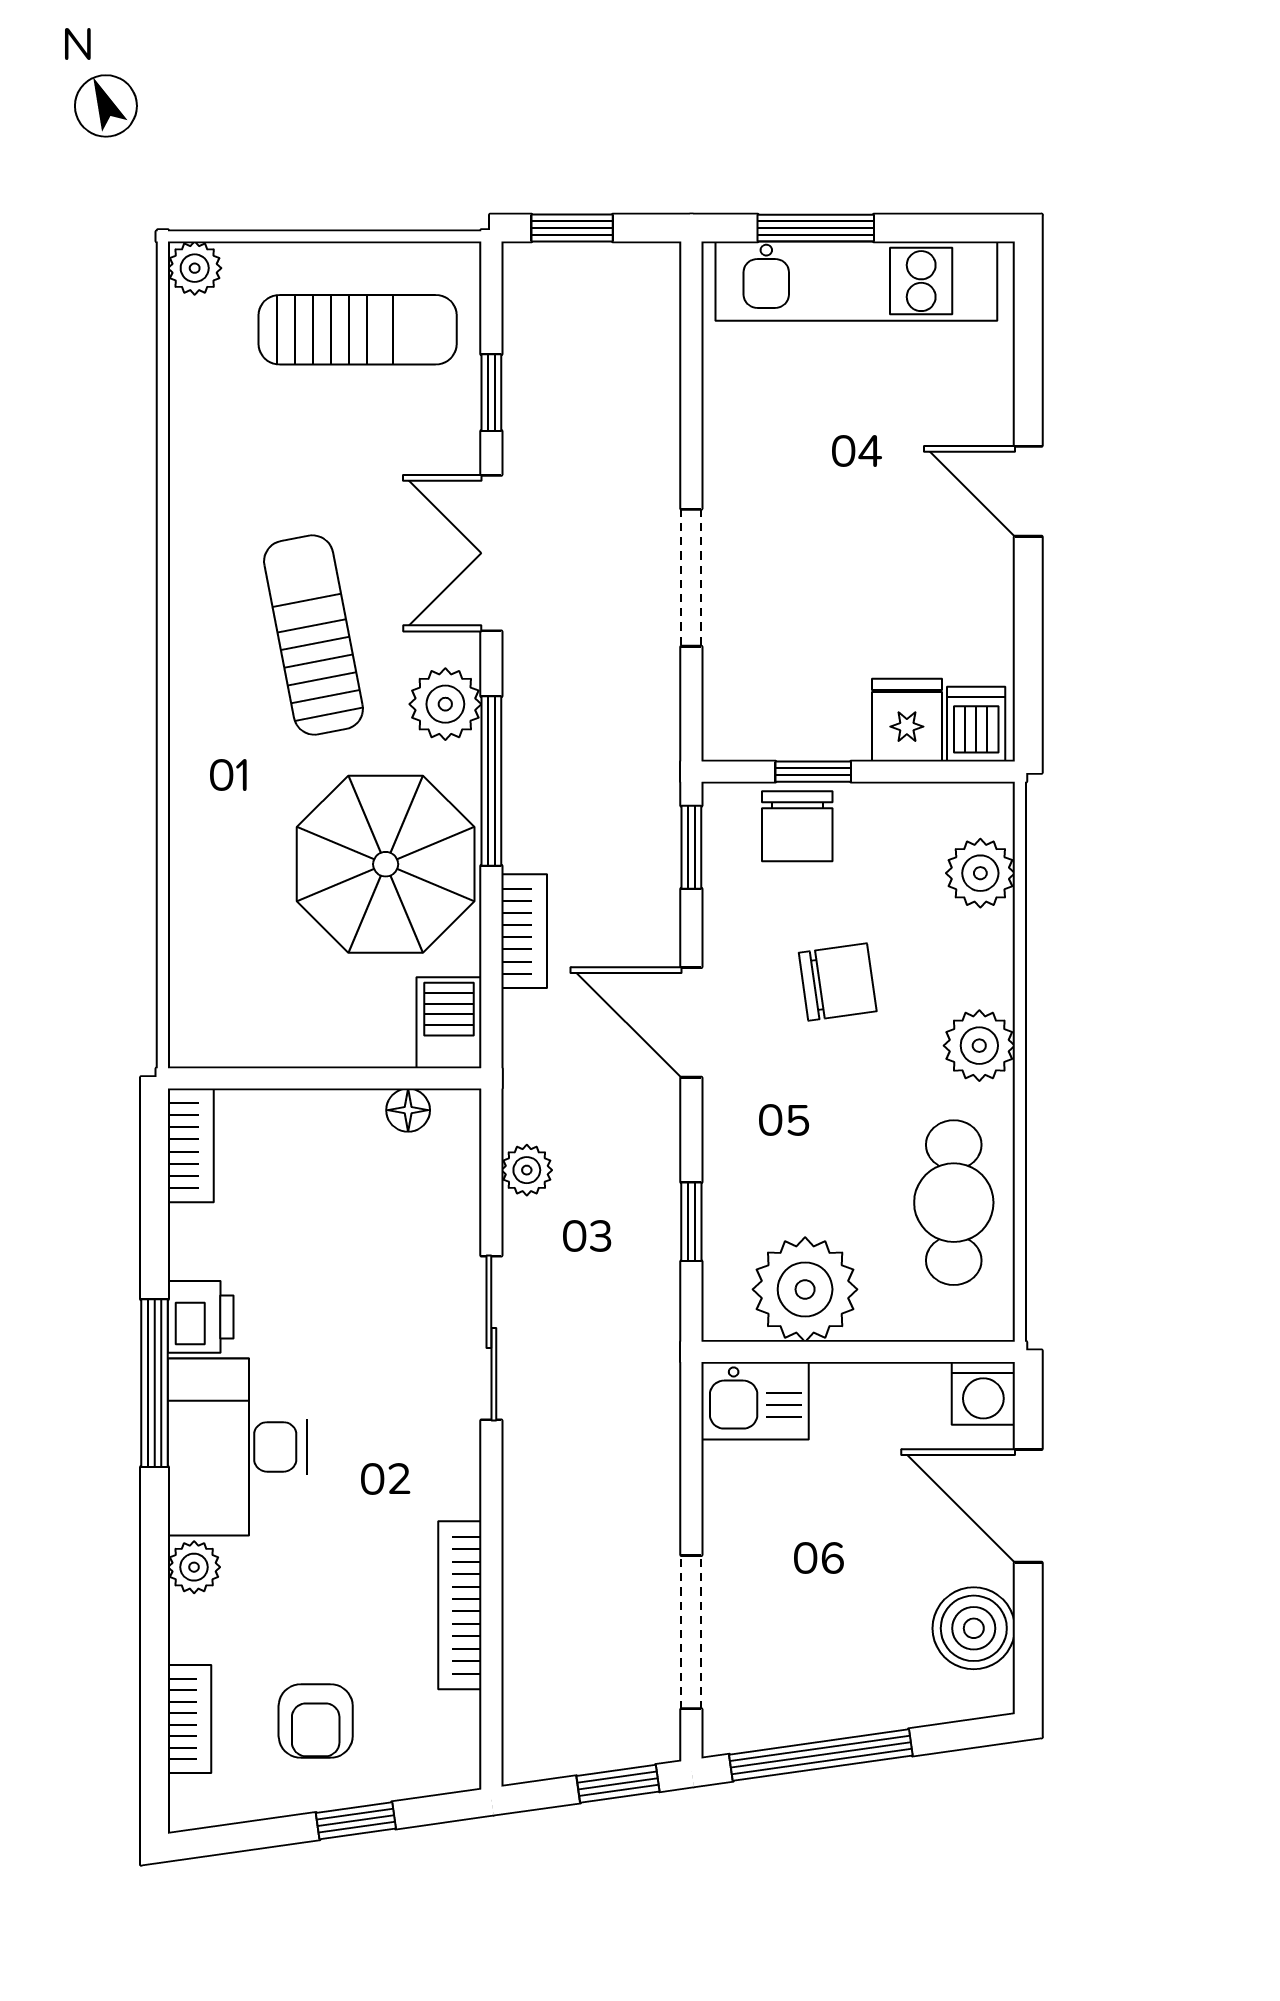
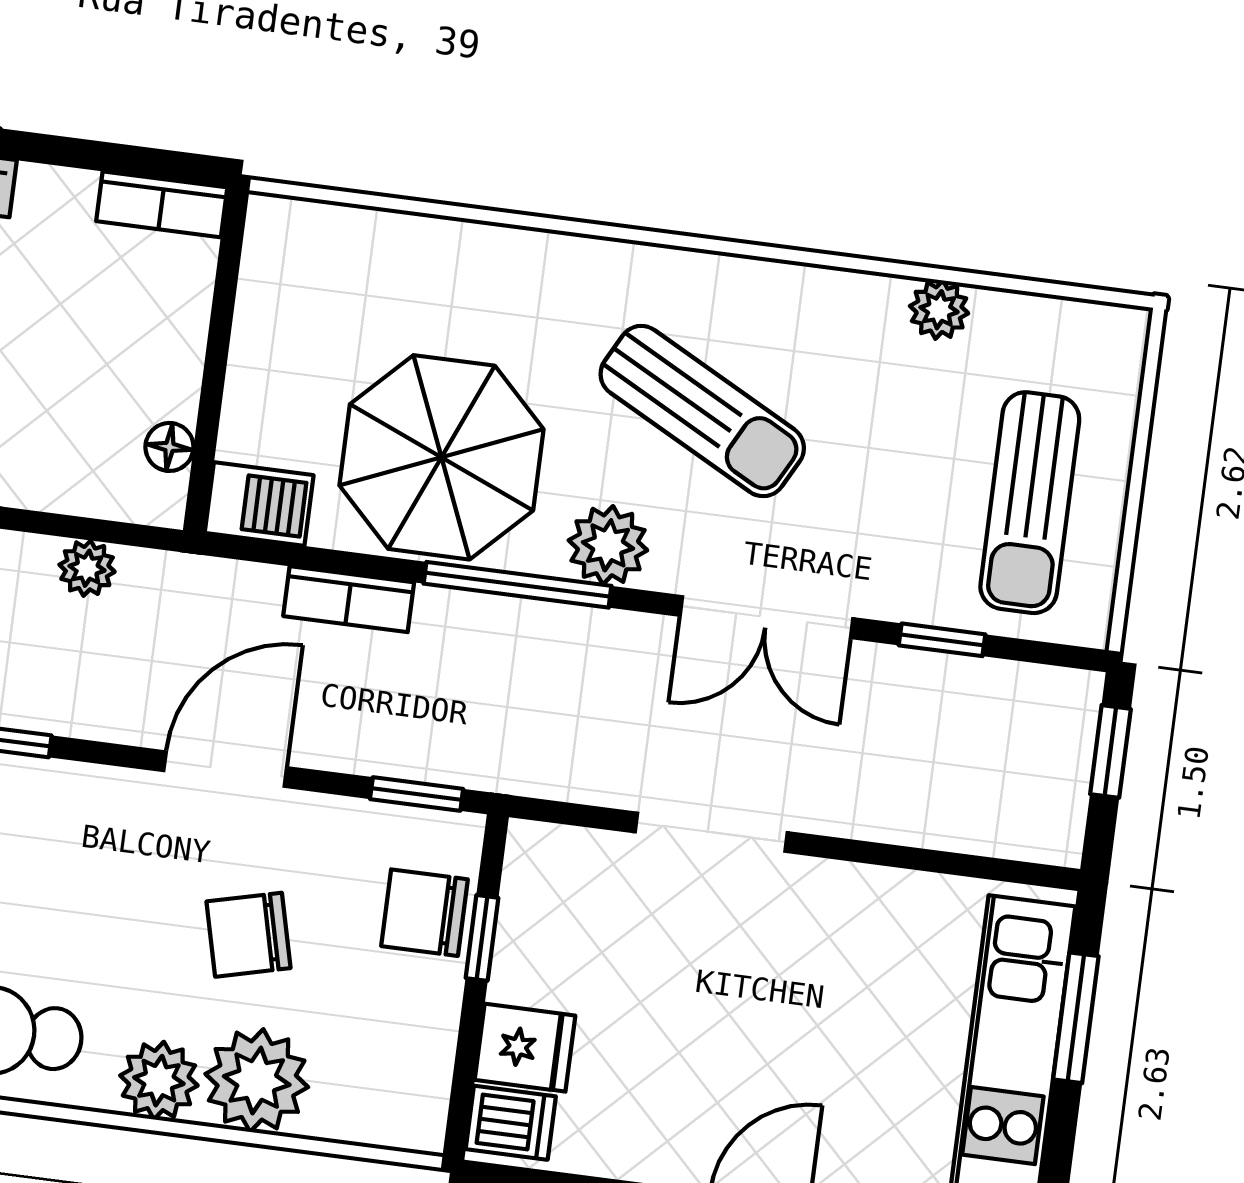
plant: (195, 268) -> (939, 310), moved
double door: (491, 553) -> (766, 617), swing flipped
sun lounger: (314, 635) -> (702, 411), turned 39
plant: (980, 873) -> (257, 1080), moved, width x1.36, depth x1.36
chair: (838, 982) -> (249, 935), turned 84

